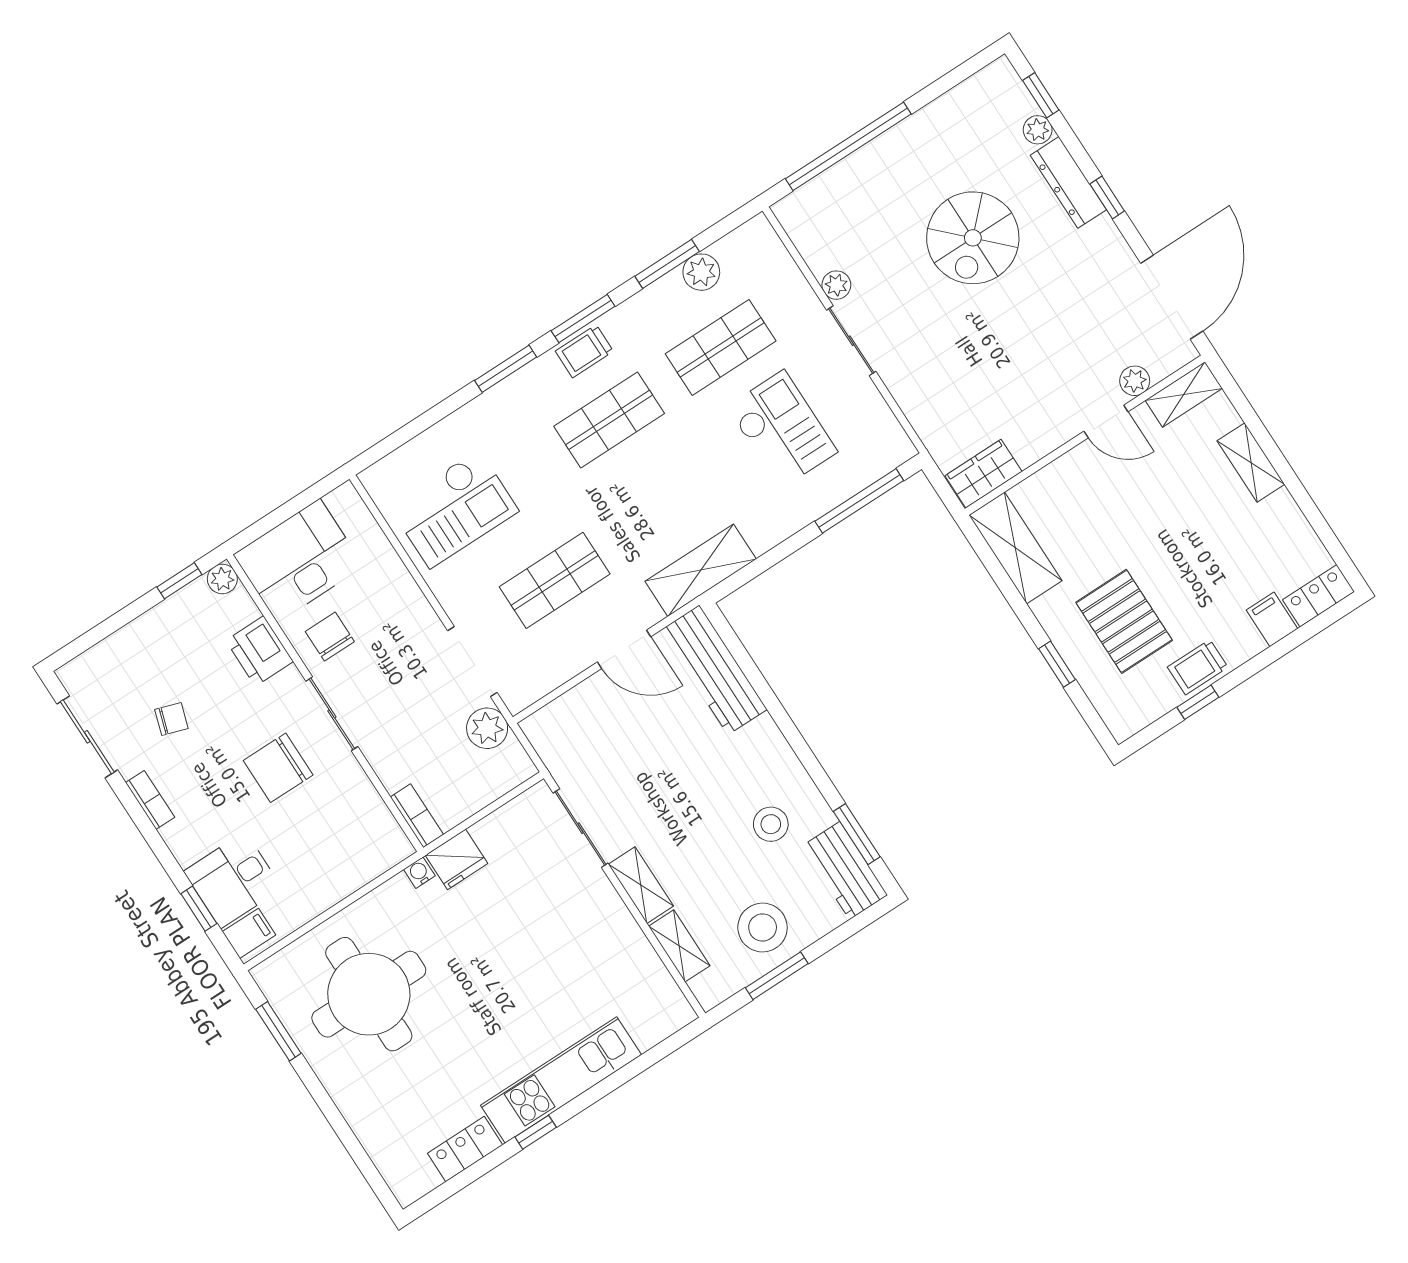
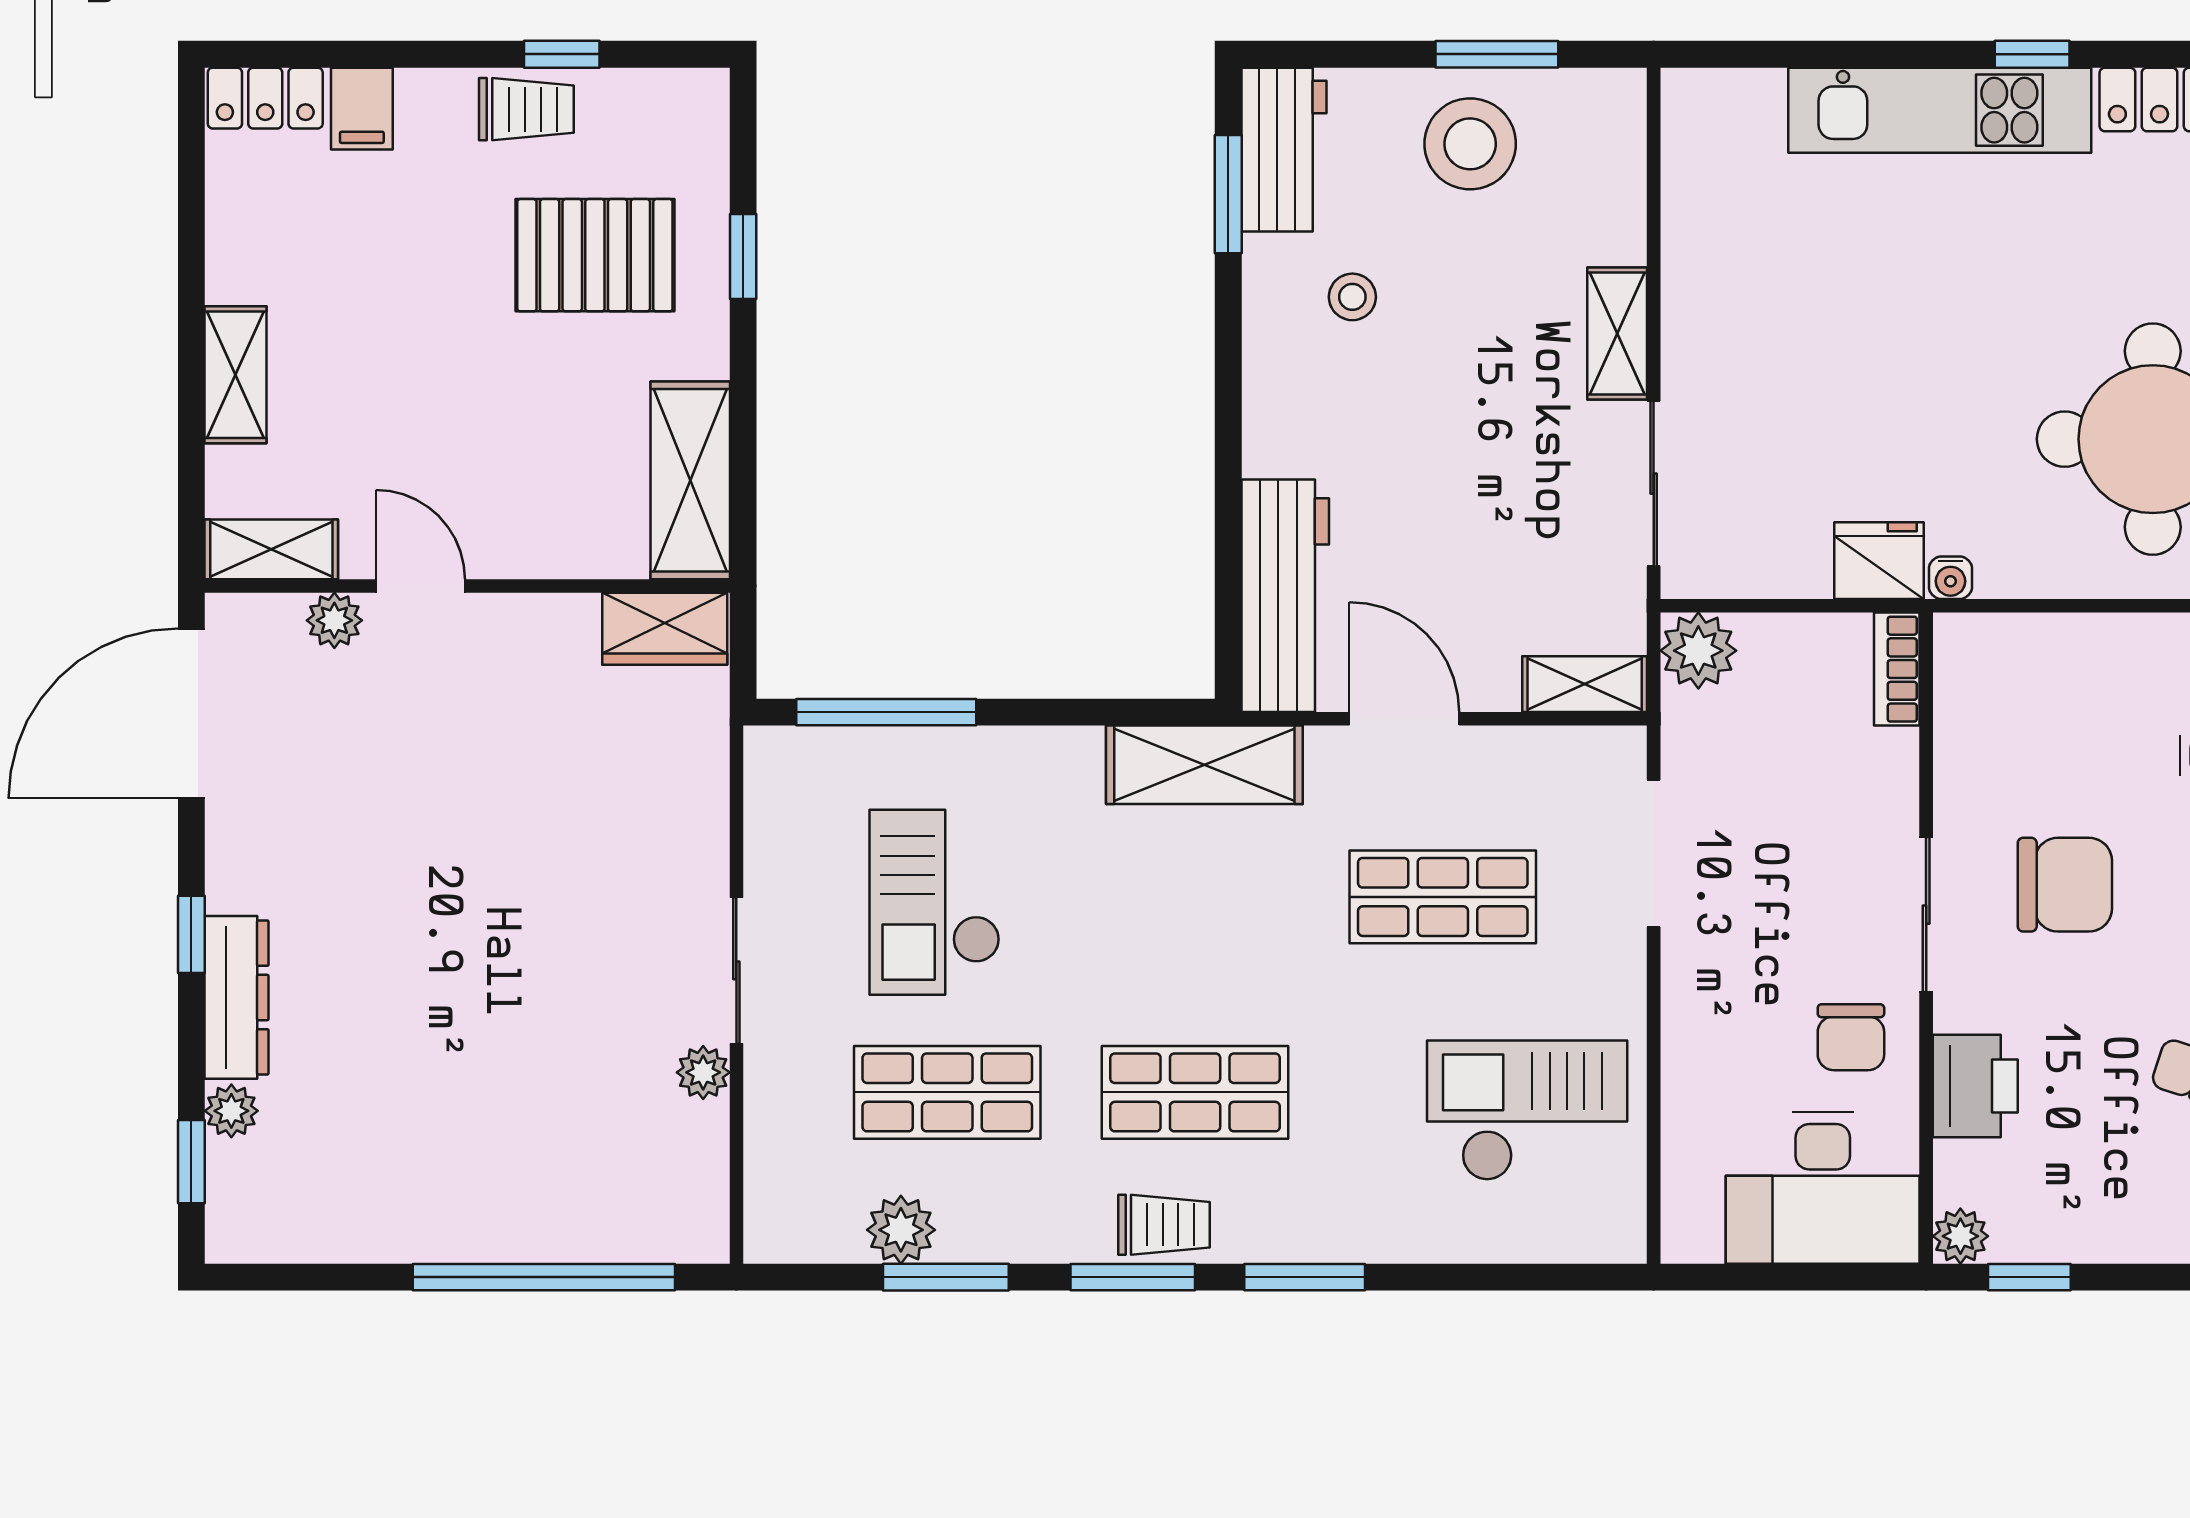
spiral stairs: (973, 238) -> (442, 1008), removed
pallet: (1124, 621) -> (595, 255), turned 90
plant: (487, 728) -> (1698, 651), moved
stool: (771, 824) -> (1352, 297), width x0.73, depth x0.73
shelving: (679, 946) -> (1585, 684), moved, turned 90

